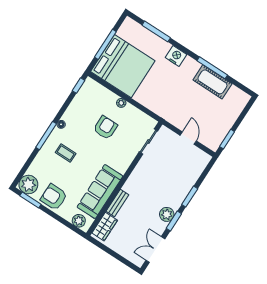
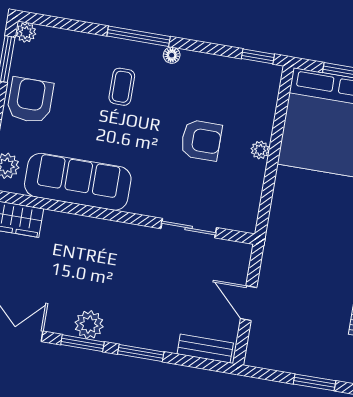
door: (188, 138) -> (249, 303), swing flipped
window: (227, 139) -> (314, 382), moved
sliding door: (148, 141) -> (189, 228), moved
plant: (28, 185) -> (26, 32), width x0.53, depth x0.53
bench: (117, 203) -> (205, 348), moved

